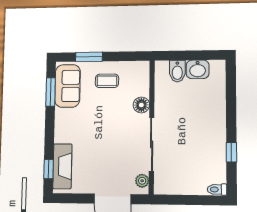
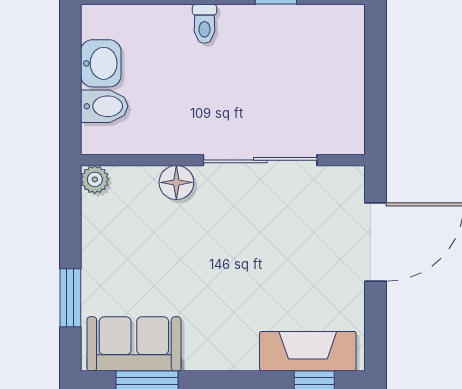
coffee table: (107, 81) -> (124, 257), removed
plant: (142, 181) -> (95, 179), moved
toilet: (217, 189) -> (204, 24), moved

